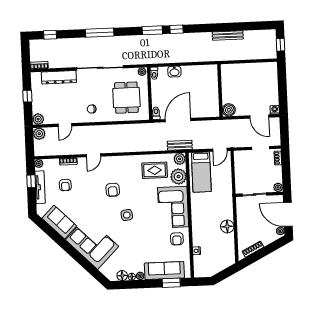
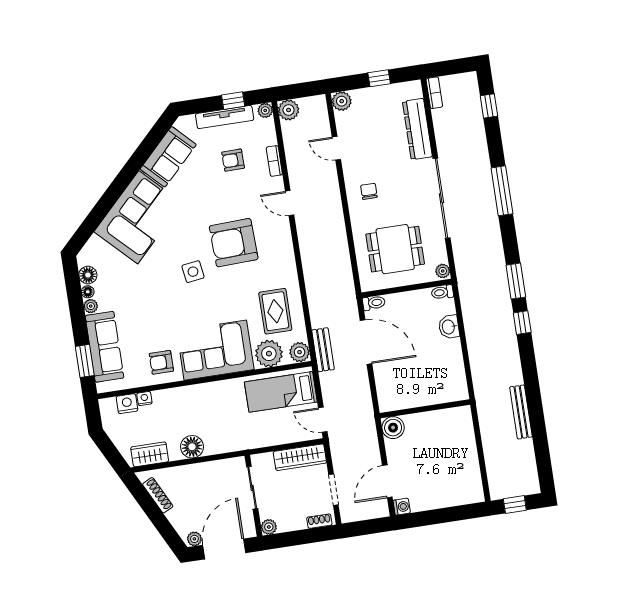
plant: (39, 134) -> (289, 110), moved
wardrobe: (240, 165) -> (300, 457), added
armchair: (113, 190) -> (234, 243), width x1.88, depth x1.88
wardrobe: (229, 251) -> (150, 454), added
nightstand: (198, 261) -> (127, 404), added

